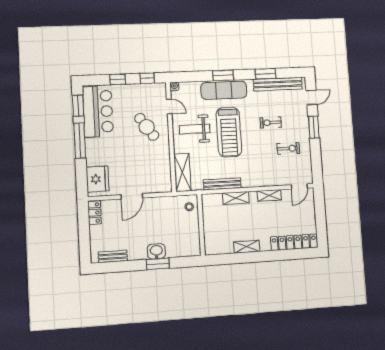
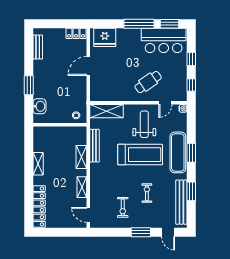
treadmill: (229, 132) -> (140, 155), turned 180
door: (132, 196) -> (88, 66), hinge flipped
washbasin: (156, 251) -> (39, 106), moved

